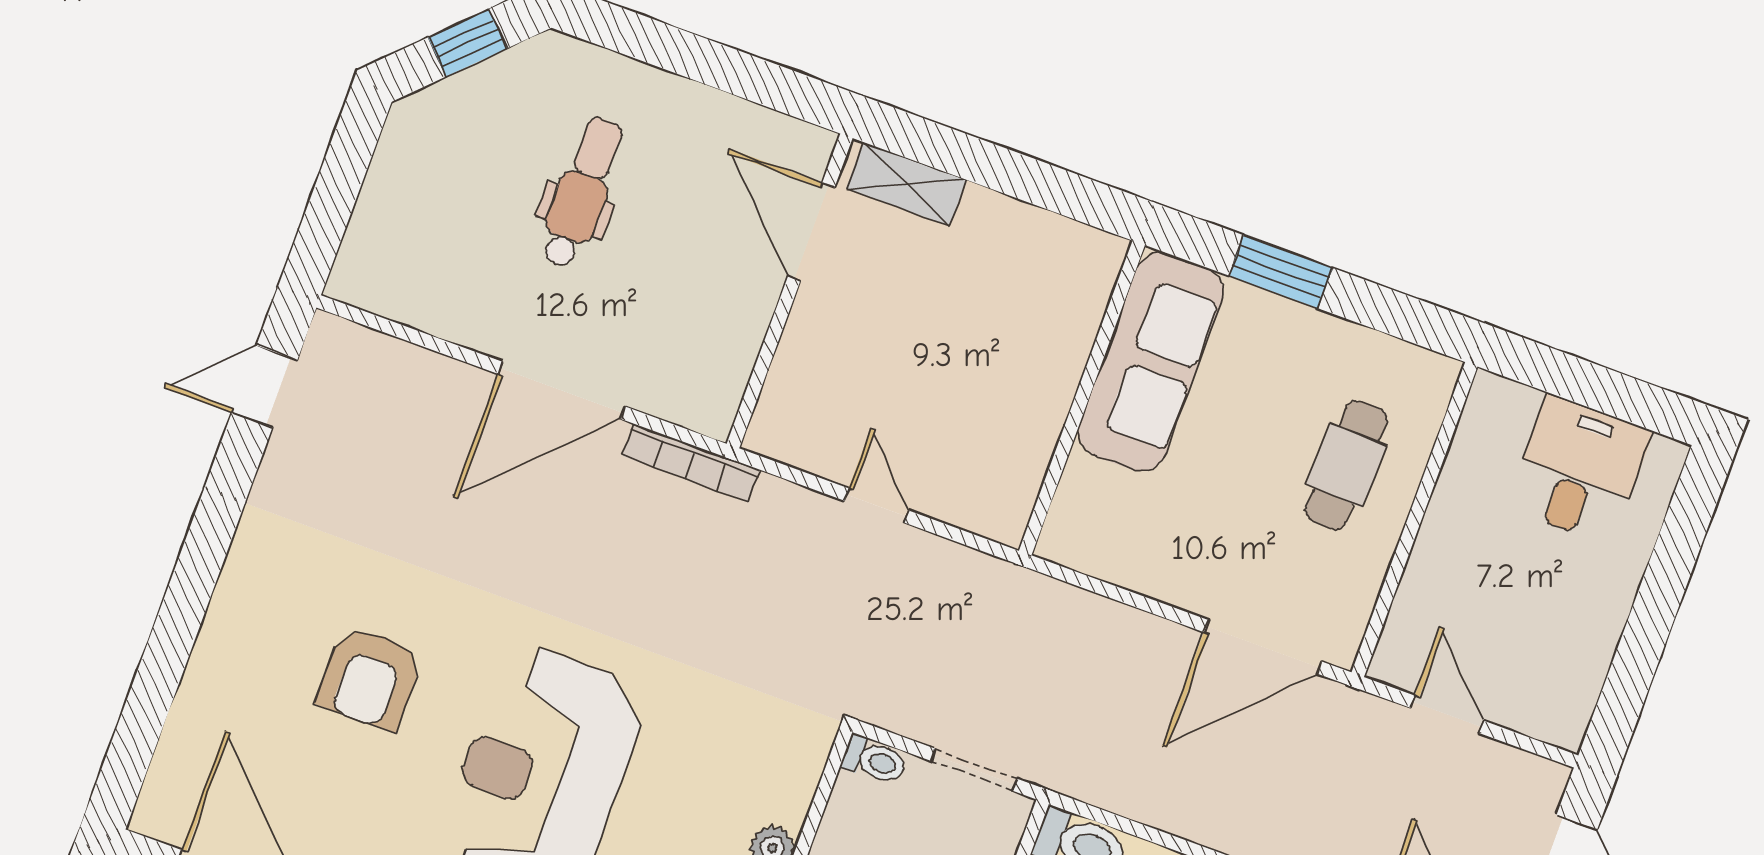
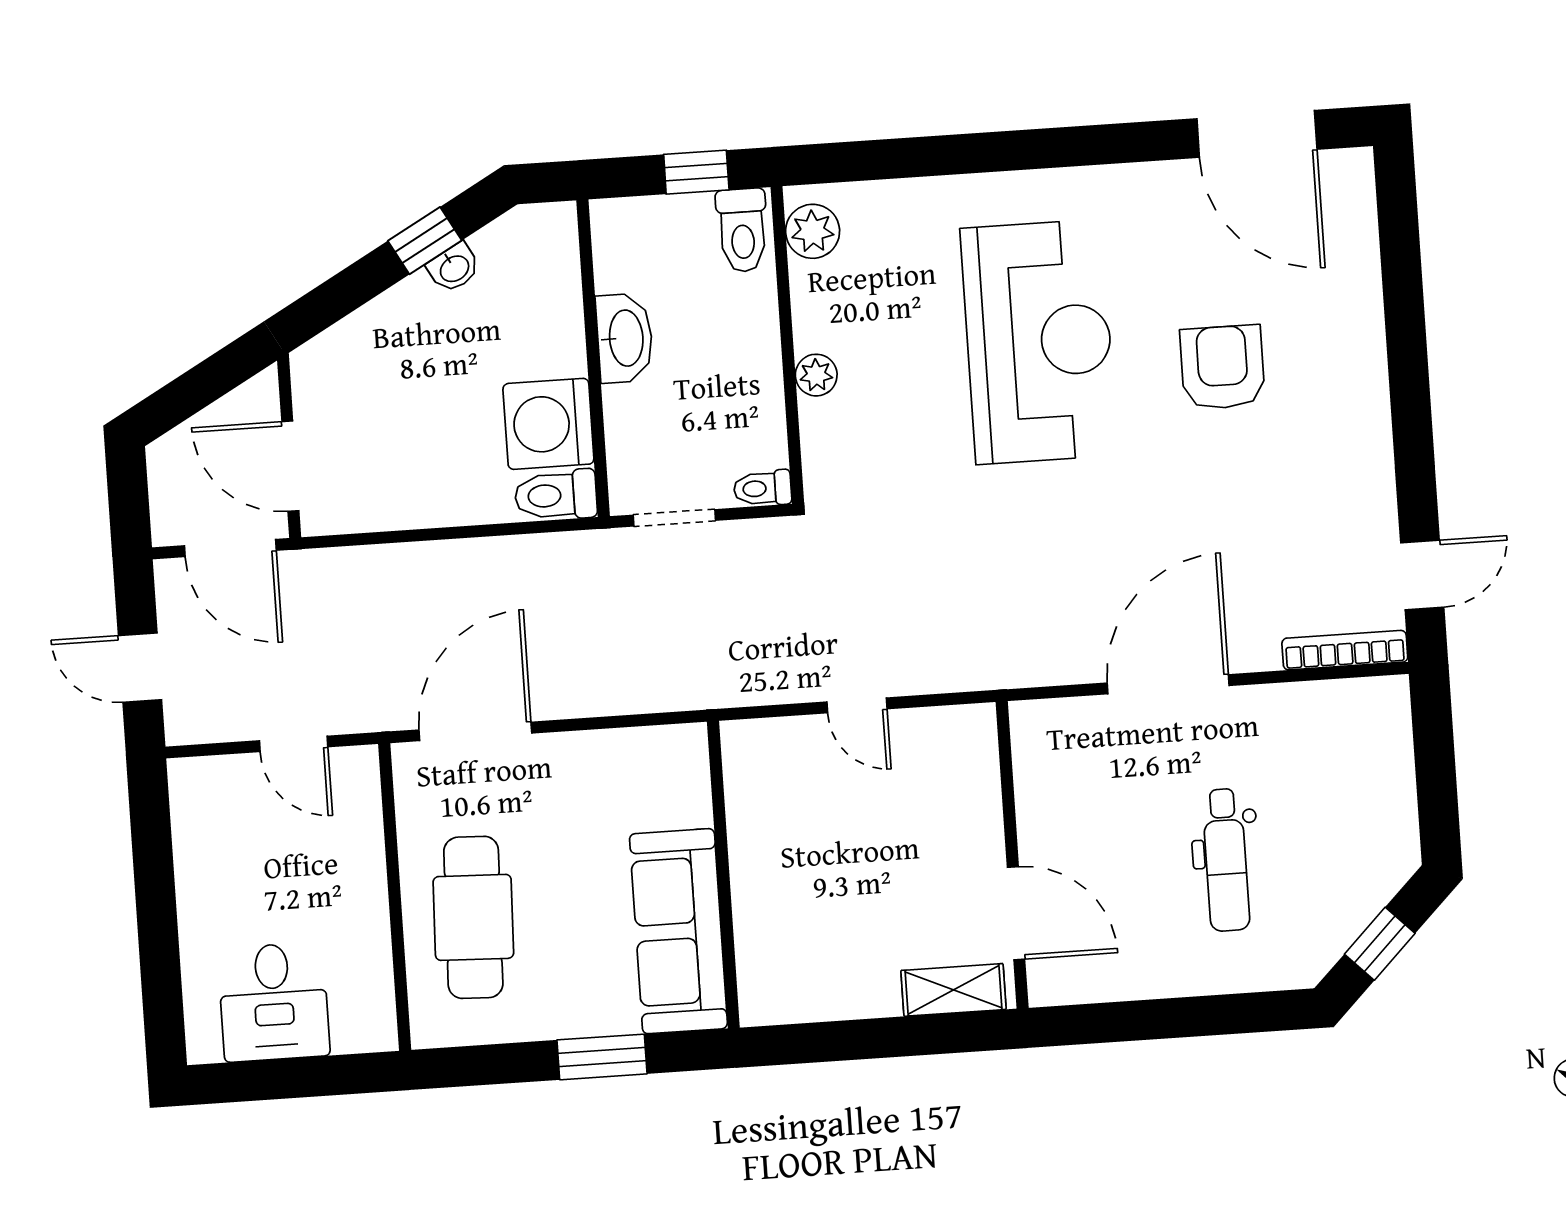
bookcase: (691, 463) -> (1345, 650), moved
cafe table: (1346, 465) -> (473, 917), width x1.37, depth x1.35

